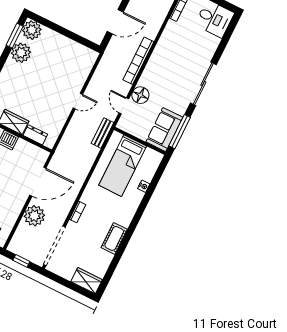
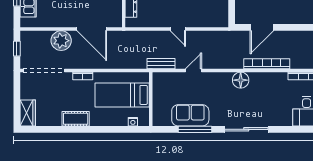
door: (115, 22) -> (262, 27), hinge flipped
bookcase: (138, 61) -> (267, 64), moved
floor lamp: (140, 95) -> (241, 80), moved
wall: (140, 141) -> (151, 99), moved
bed: (123, 166) -> (122, 95), moved

